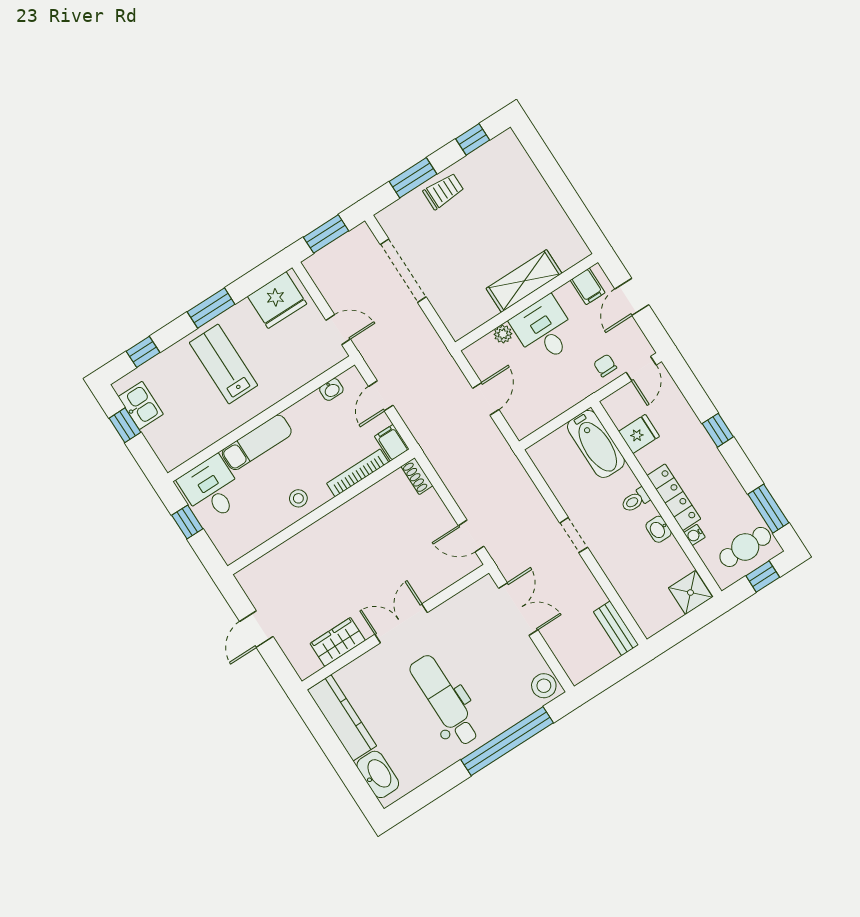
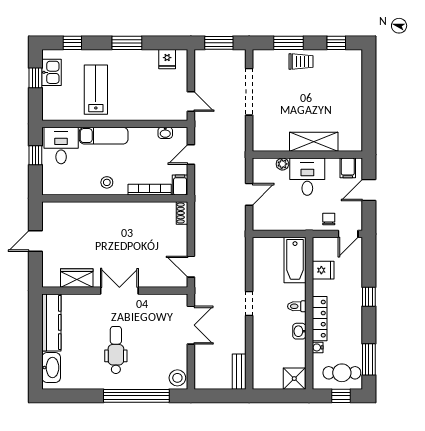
fridge: (277, 300) -> (167, 59), width x0.53, depth x0.75
lab bench: (223, 364) -> (96, 90), moved
dental chair: (445, 700) -> (116, 350), width x0.73, depth x0.72

